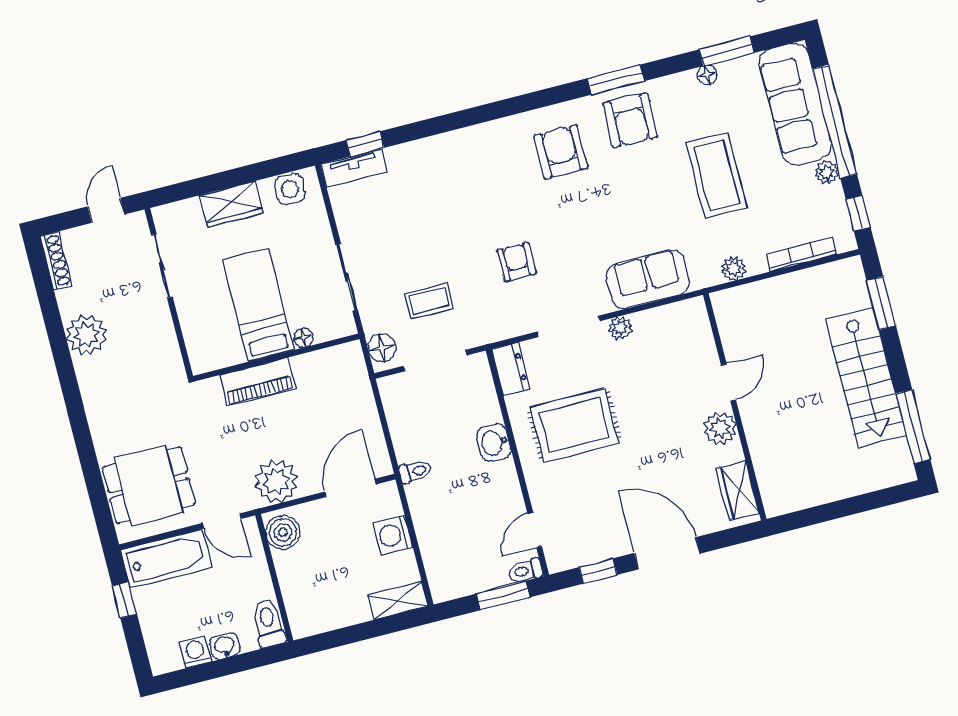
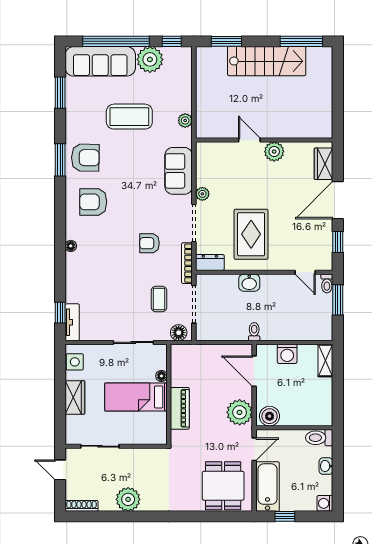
floor lamp: (707, 75) -> (71, 246), moved
plant: (827, 172) -> (150, 59), width x1.88, depth x1.88
bookcase: (802, 254) -> (187, 263), moved
wardrobe: (737, 491) -> (324, 164), moved, turned 90
washing machine: (195, 652) -> (325, 503), moved

